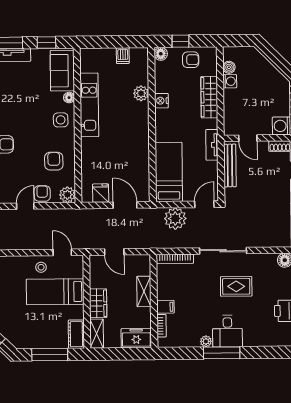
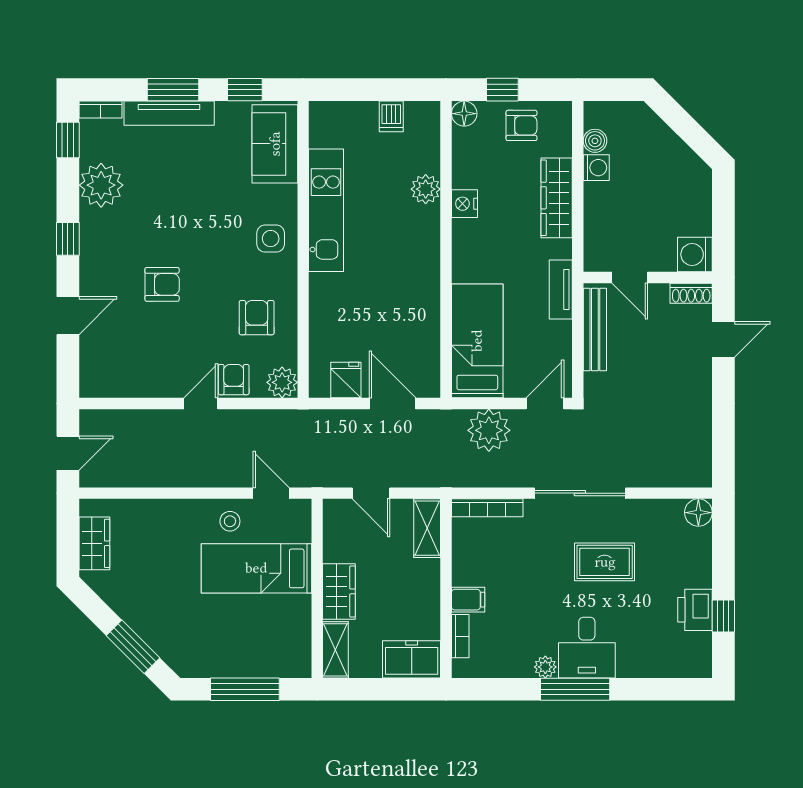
floor lamp: (69, 98) -> (287, 196), removed
shelving: (144, 291) -> (427, 528), moved
cot: (76, 334) -> (297, 650), removed

